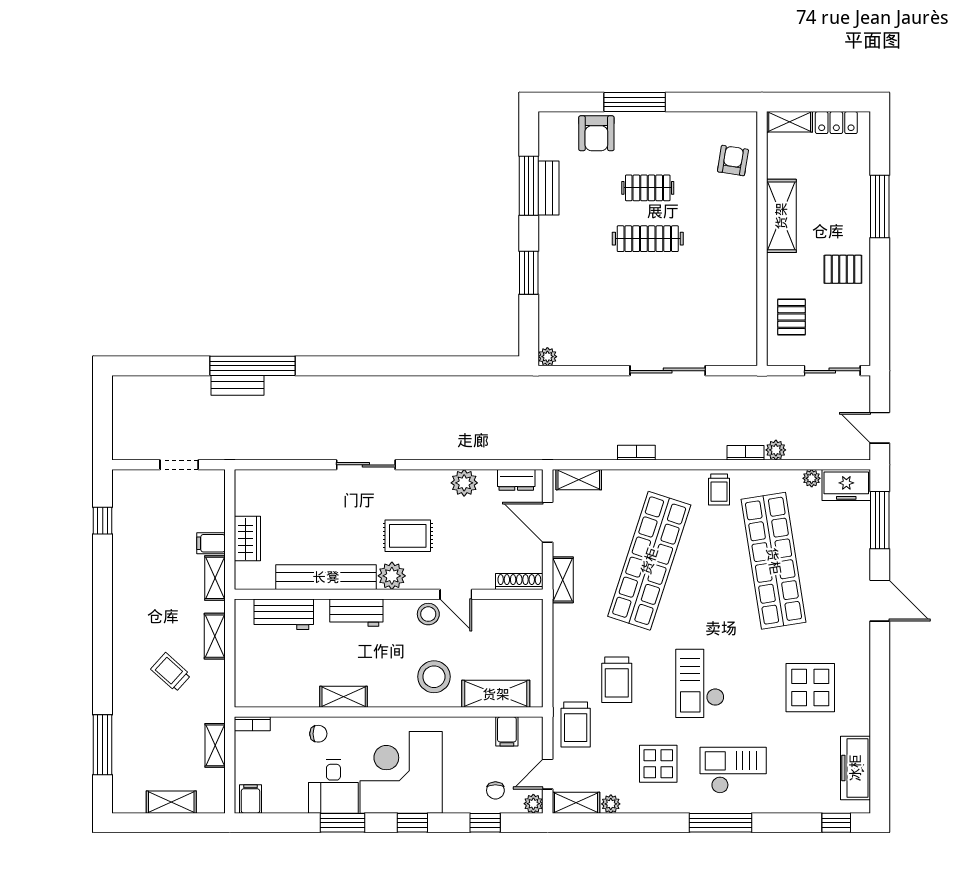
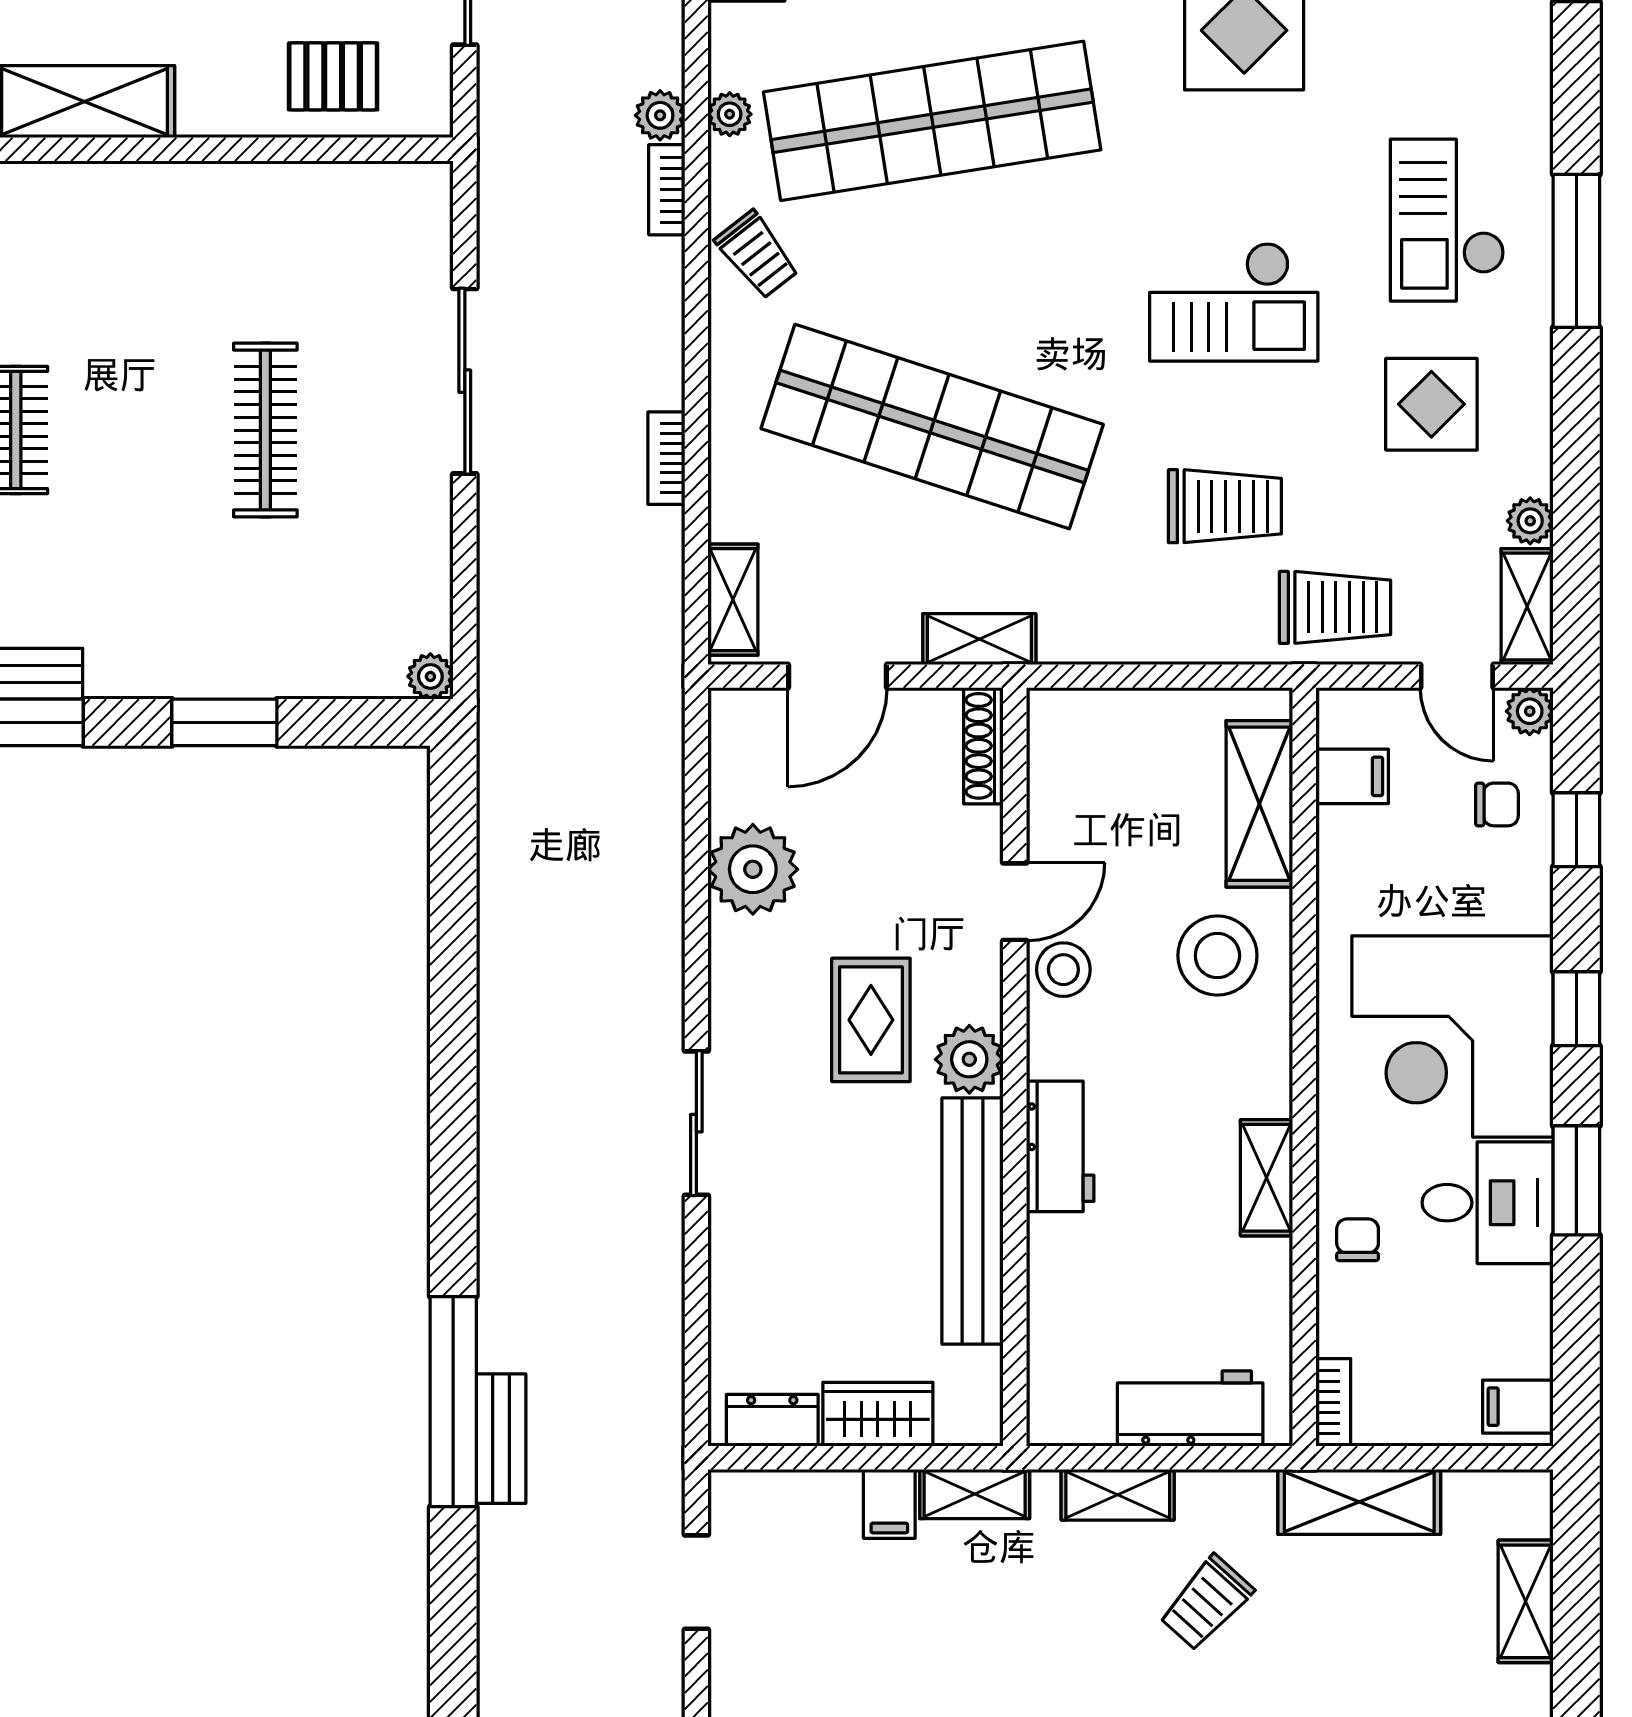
clothes rail: (648, 239) -> (265, 430), moved
plant: (812, 478) -> (730, 114), moved
dresser: (516, 480) -> (772, 1420), moved, turned -90
plant: (464, 483) -> (753, 869), width x1.36, depth x1.36
trolley: (719, 489) -> (757, 255), turned 52
workbench: (284, 614) -> (1190, 1409), moved, turned -90
shelving: (215, 745) -> (1359, 1502), width x1.50, depth x1.33

